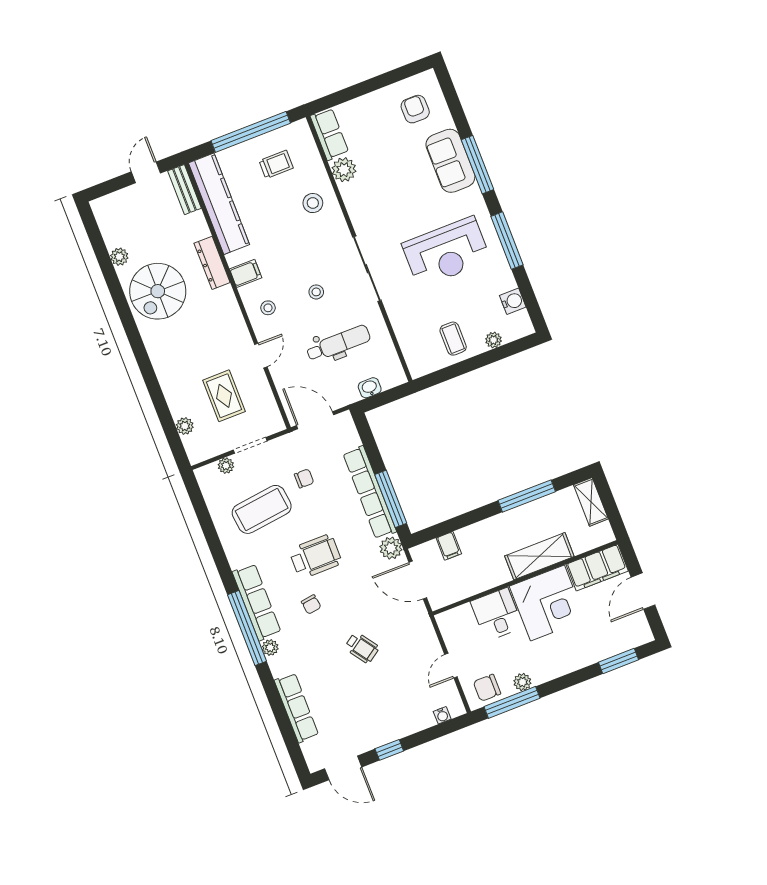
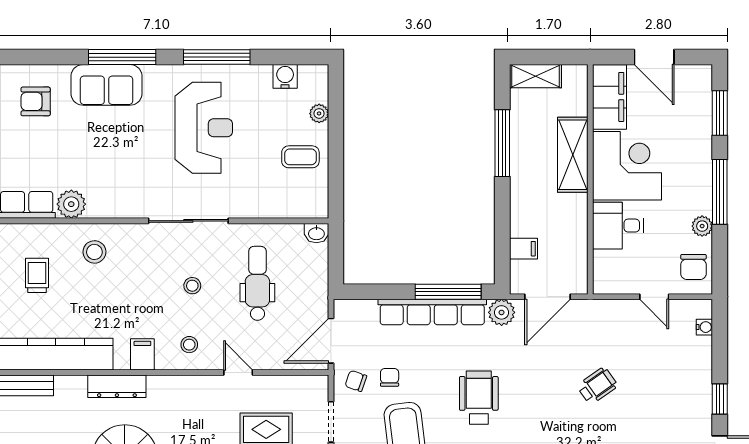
washbasin: (370, 388) -> (316, 233), moved, turned -90
chair: (311, 604) -> (356, 381), moved, turned -153
window: (512, 702) -> (720, 192), moved

